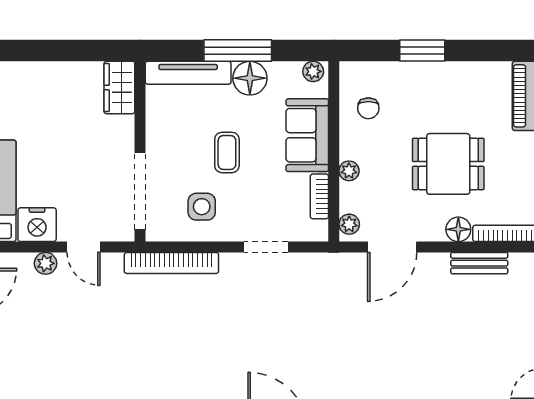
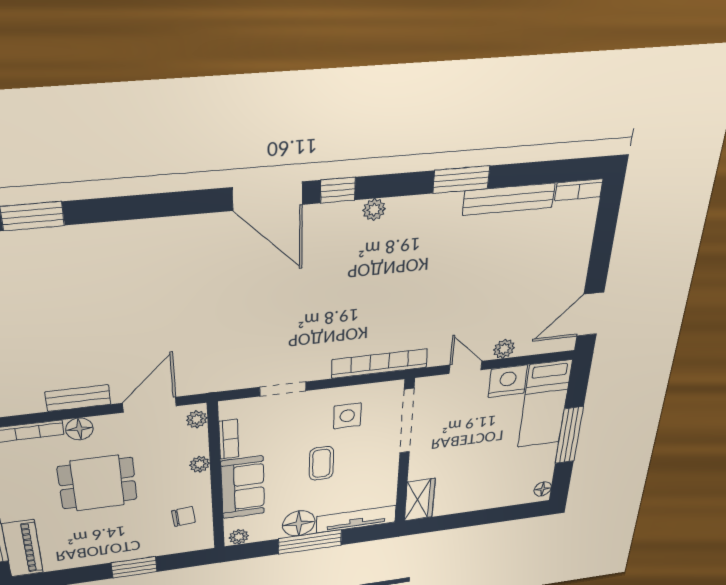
chair: (368, 108) -> (184, 517), turned 85
bench: (479, 263) -> (78, 398), moved

